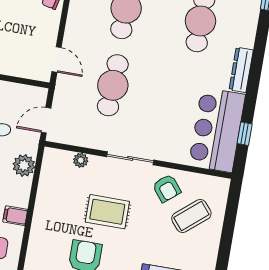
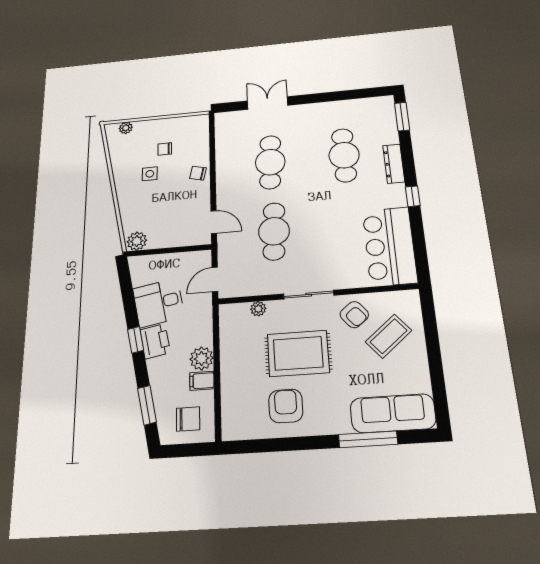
dresser: (241, 70) -> (394, 164), moved
window: (245, 134) -> (413, 196), moved
plant: (24, 165) -> (202, 358), moved
rug: (107, 212) -> (298, 353), width x1.36, depth x1.43

